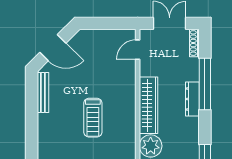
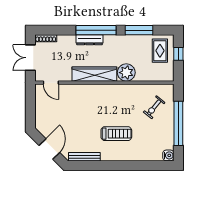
window: (205, 84) -> (96, 30), moved
treadmill: (93, 118) -> (116, 134), moved

